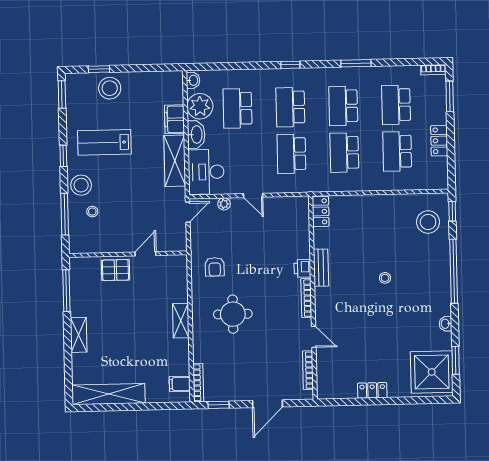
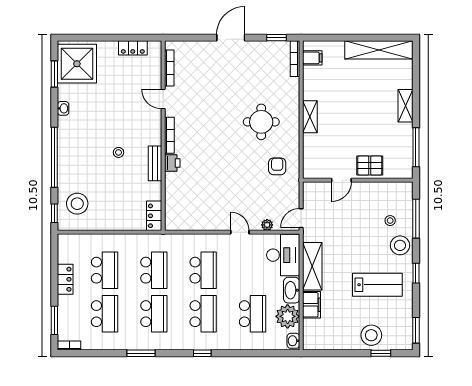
locker: (321, 211) -> (154, 216), moved
printer: (302, 268) -> (172, 163), moved
bench: (321, 268) -> (155, 163), moved
bookcase: (306, 298) -> (169, 135), moved
wall: (313, 298) -> (163, 136), moved
door: (314, 337) -> (163, 99), moved
bookcase: (308, 370) -> (169, 68), moved

